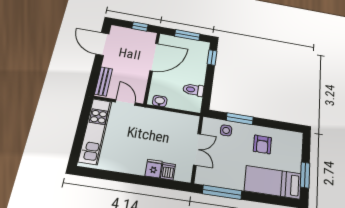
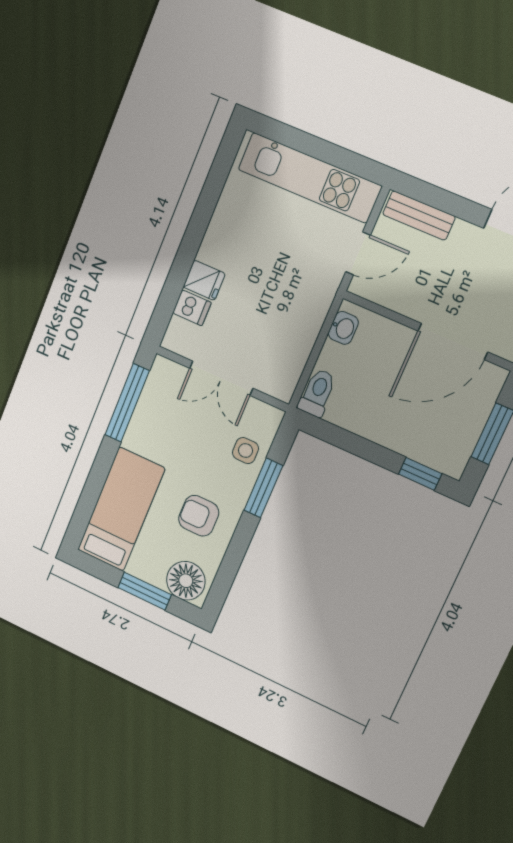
door: (154, 57) -> (453, 341), hinge flipped
toilet: (193, 90) -> (317, 393), moved
floor lamp: (293, 143) -> (186, 581), added
window: (305, 175) -> (145, 591), moved

